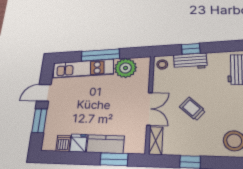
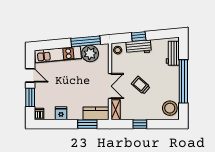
window: (100, 55) -> (86, 41), moved
door: (44, 93) -> (30, 75), swing flipped
dishwasher: (63, 143) -> (39, 114), moved
kitchen counter: (105, 144) -> (96, 113), moved

